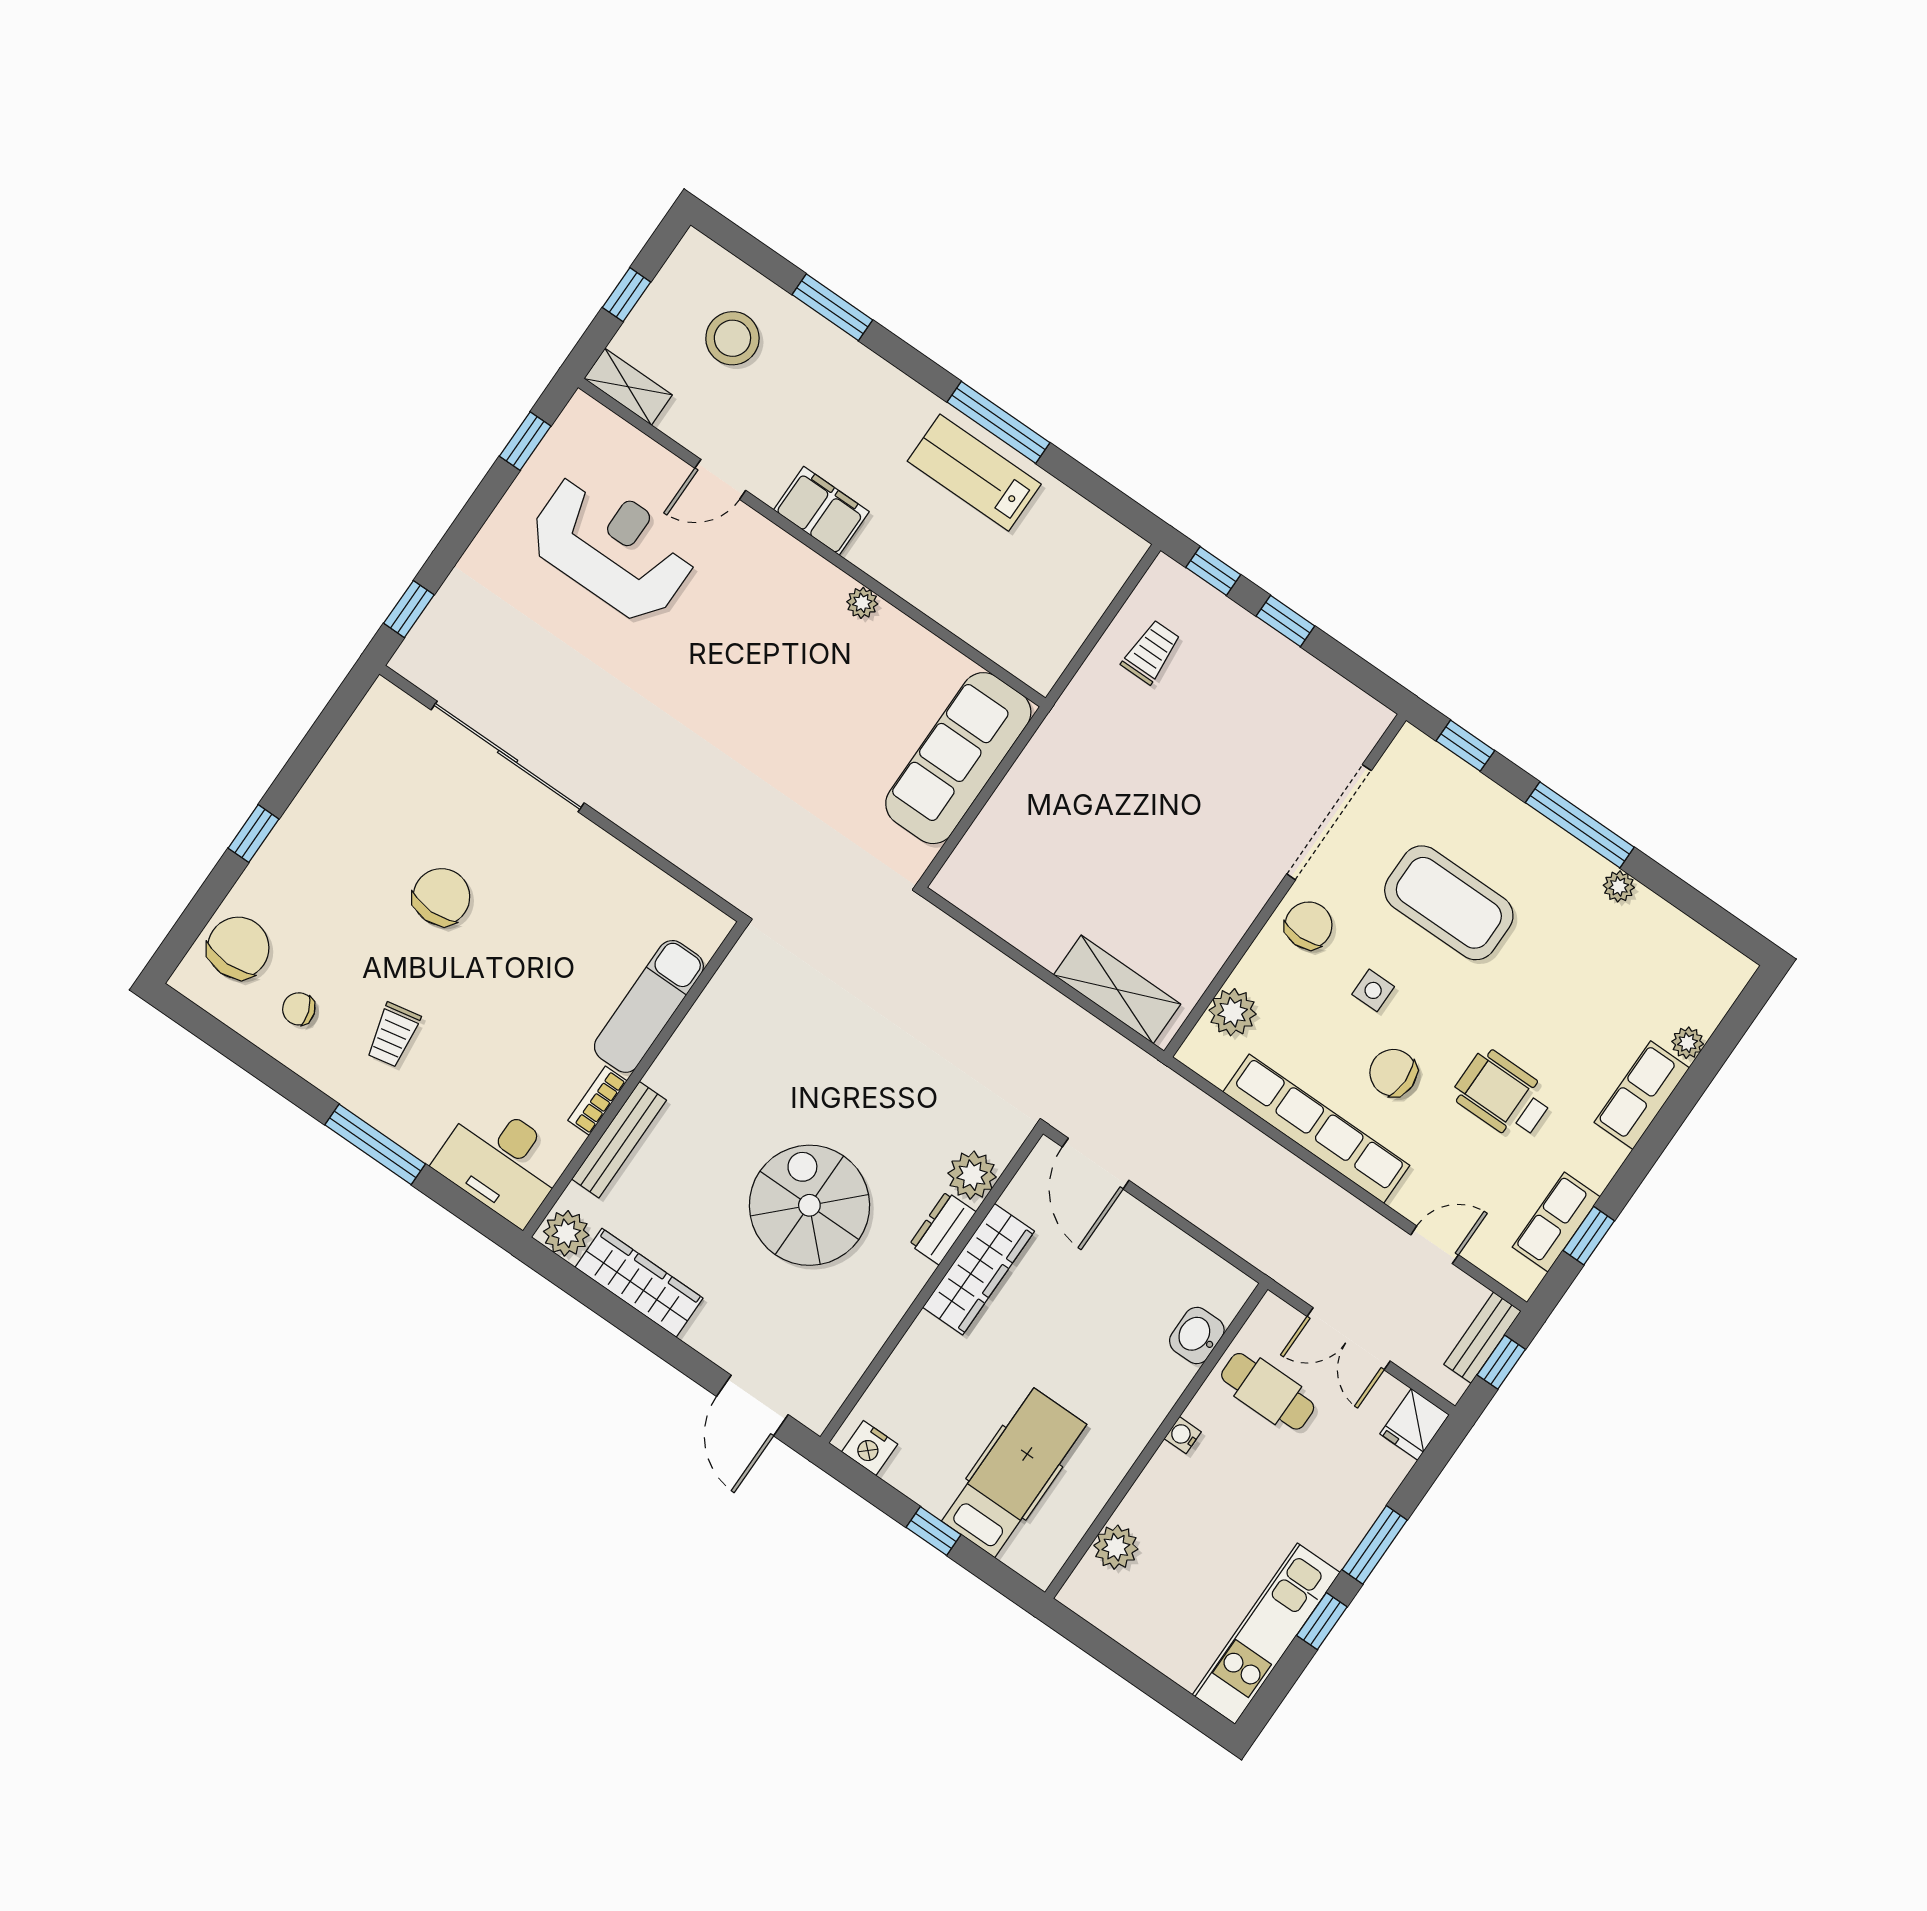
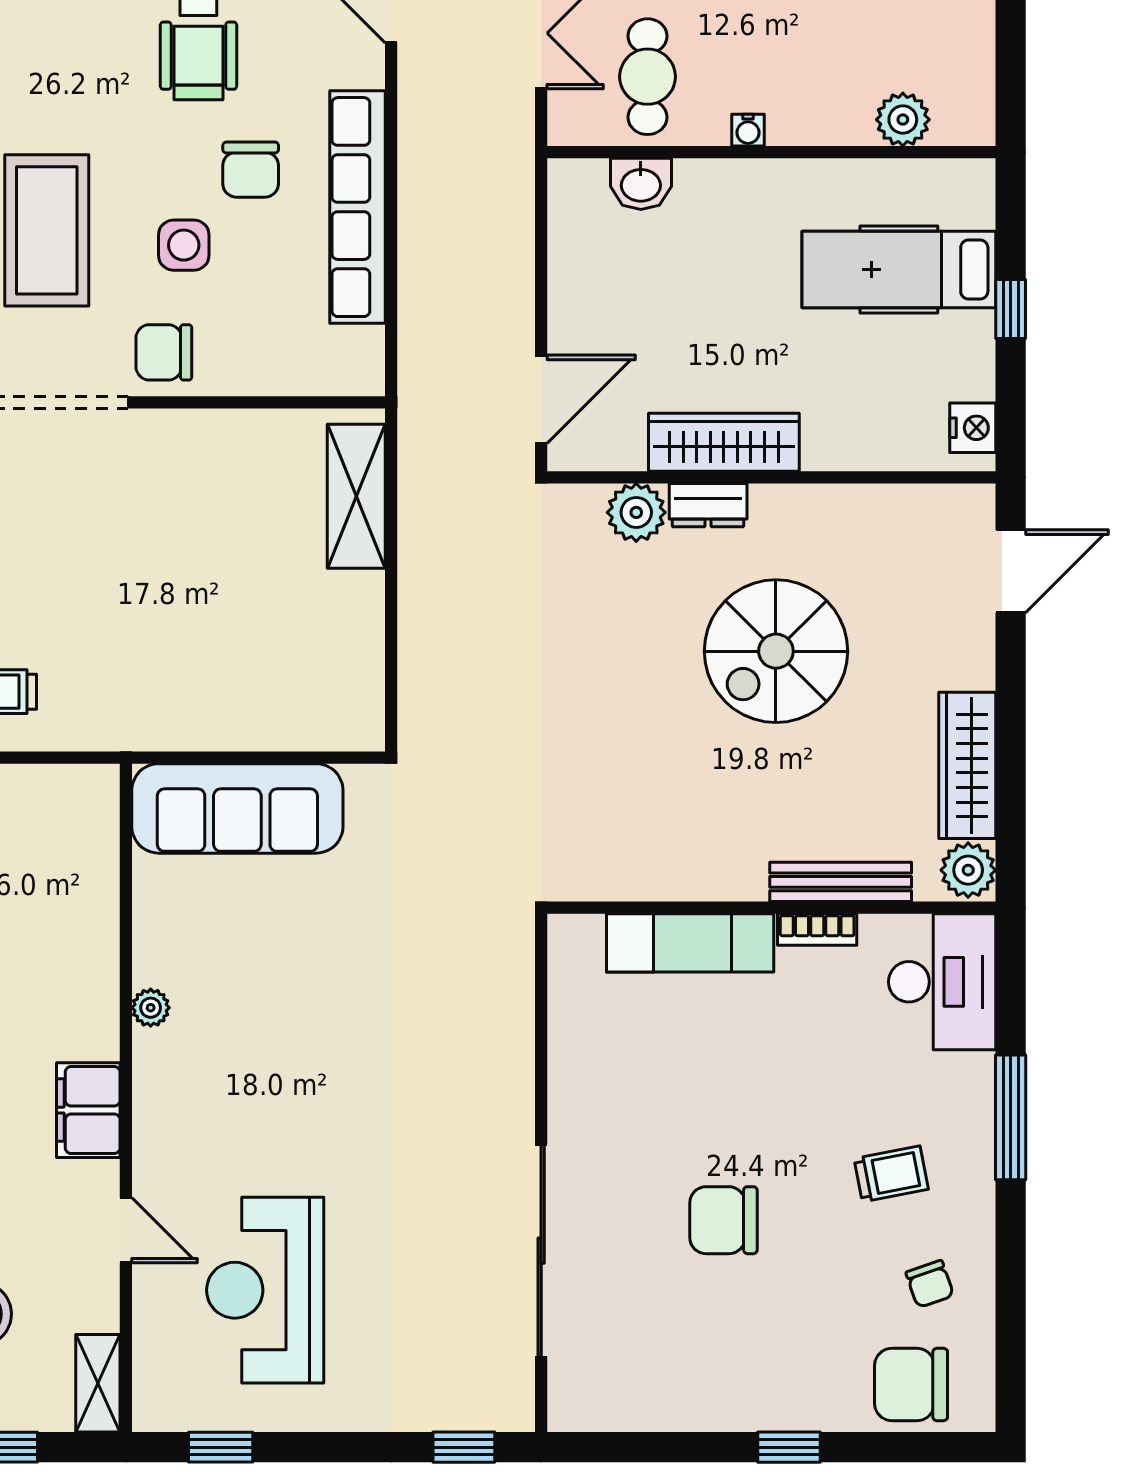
side table: (1373, 990) -> (184, 245), width x1.37, depth x1.37
plant: (1233, 1012) -> (300, 368), removed

